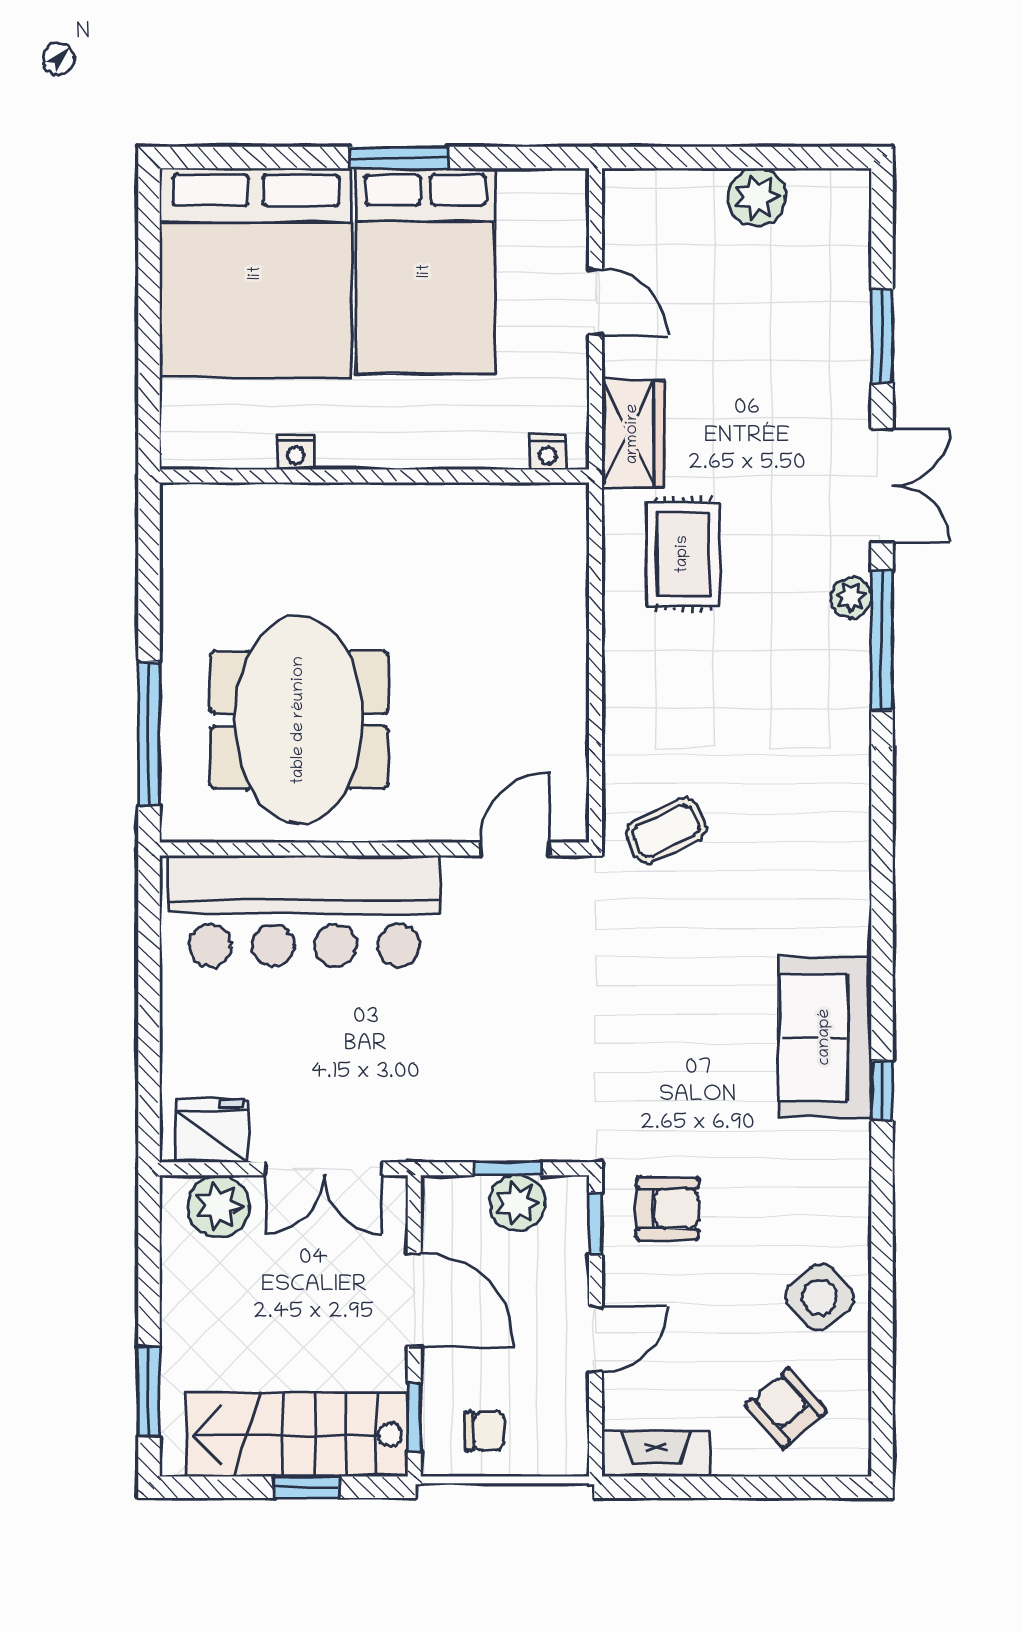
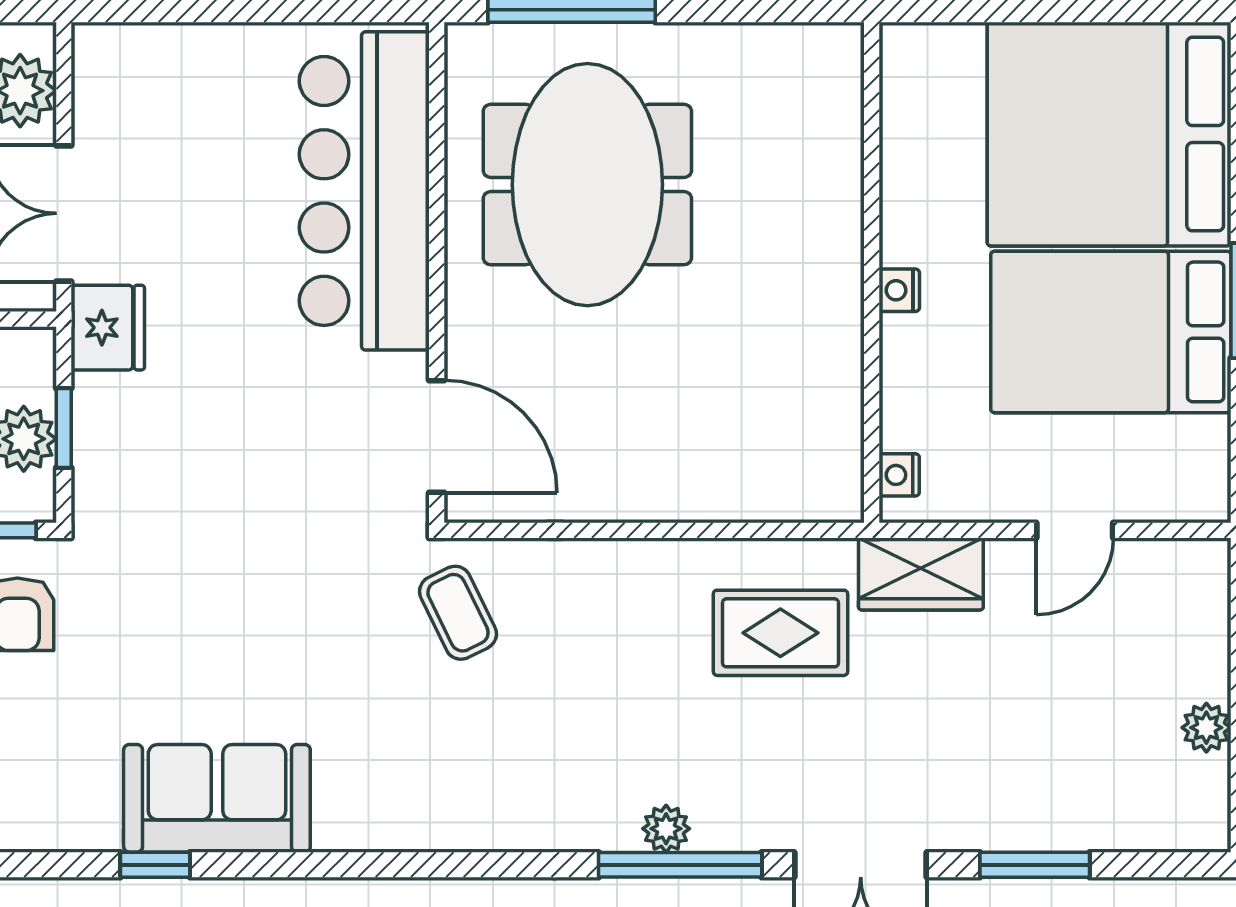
plant: (757, 197) -> (1206, 728), width x0.73, depth x0.73
nightstand: (296, 452) -> (899, 290), moved
plant: (851, 598) -> (666, 829), moved
meeting table: (299, 720) -> (587, 185), turned 90
door: (515, 849) -> (437, 436), width x1.38
fridge: (212, 1131) -> (108, 328), moved

